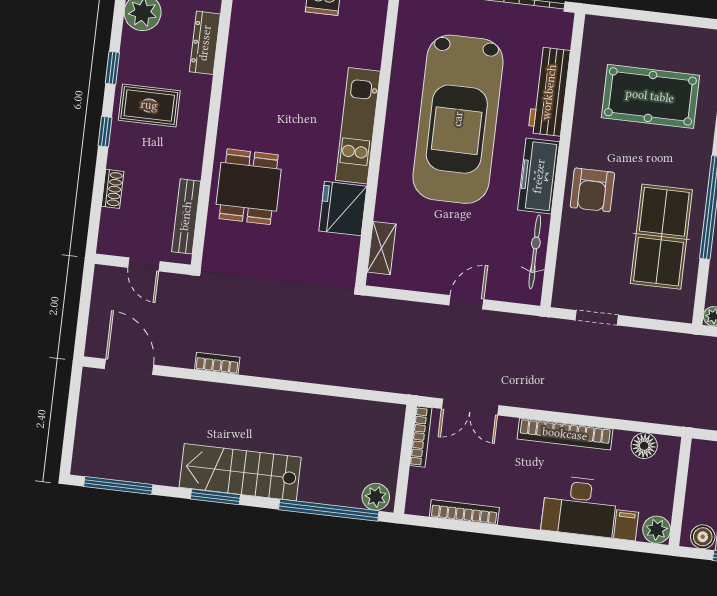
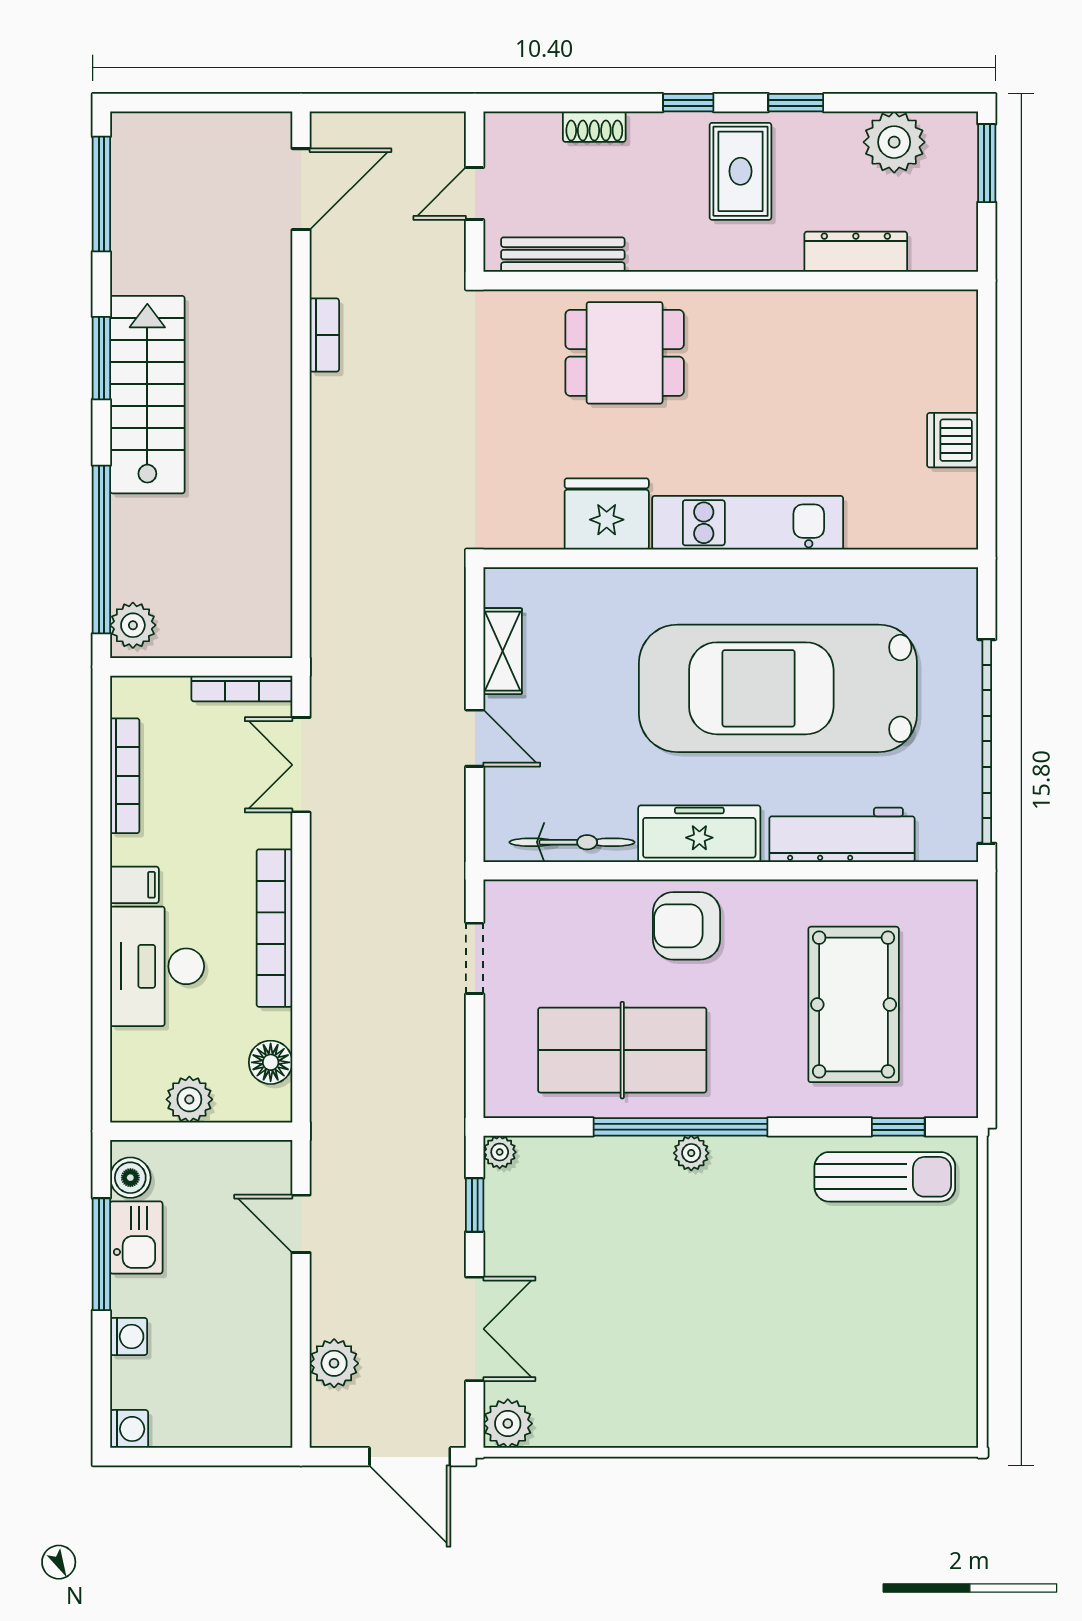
shelving: (382, 248) -> (503, 651), moved, turned 90
filing cabinet: (626, 525) -> (134, 885), moved
plant: (657, 530) -> (189, 1099), moved

